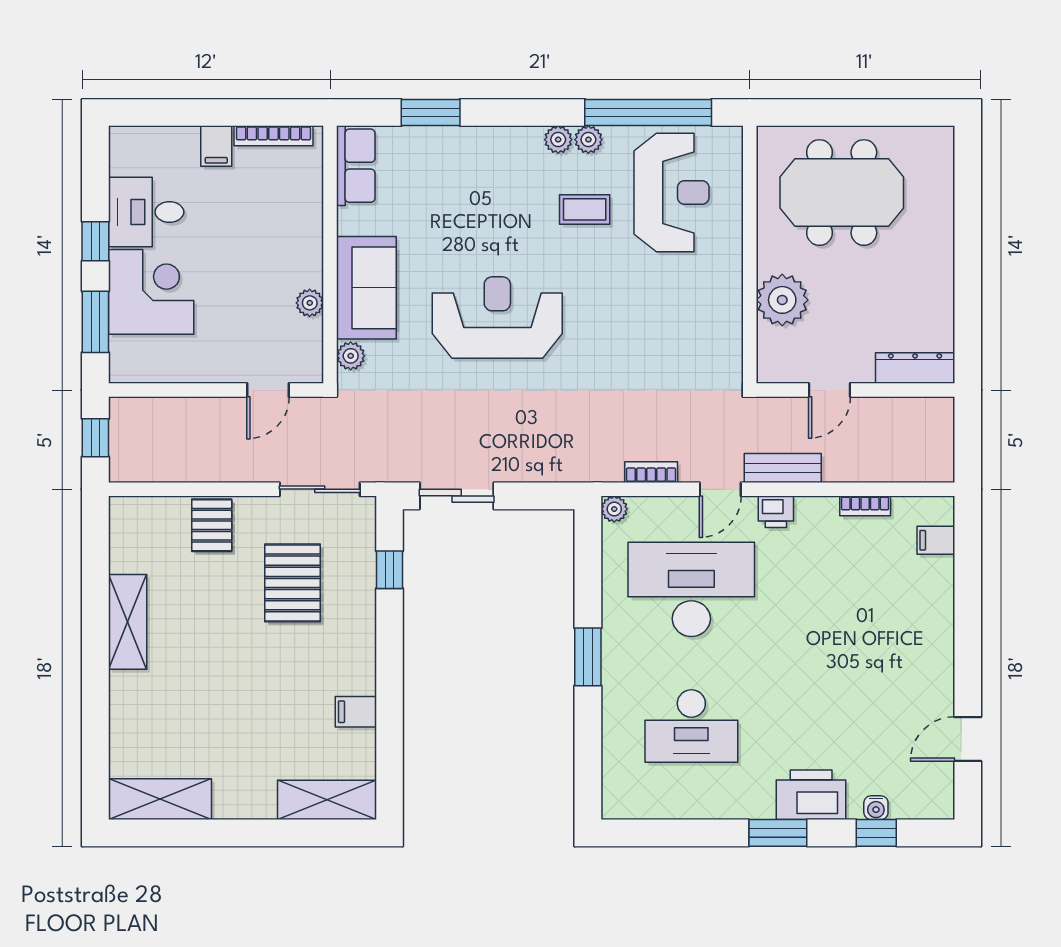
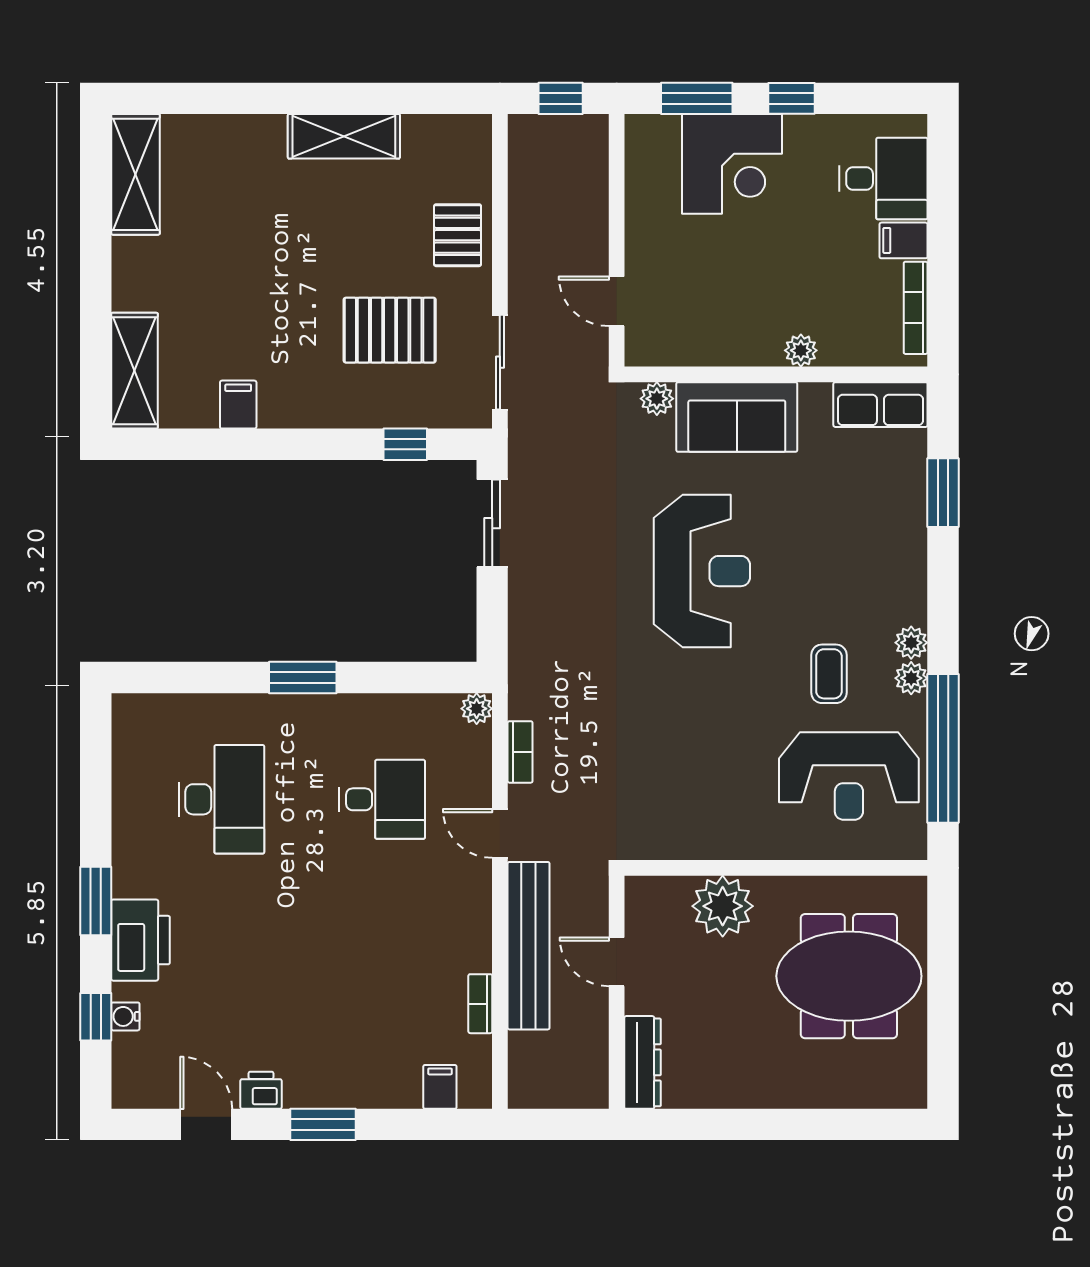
meeting table: (842, 193) -> (849, 976), turned 90
desk: (146, 212) -> (883, 178), moved, turned 90
plant: (310, 303) -> (801, 350), moved
bench: (783, 468) -> (529, 946), width x1.86, depth x1.21
printer: (776, 512) -> (261, 1090), moved, turned 90
pallet: (212, 525) -> (458, 235), turned 90
desk: (691, 589) -> (382, 799), width x0.53, depth x0.77
window: (968, 640) -> (323, 1124), added
desk: (691, 726) -> (221, 799), turned 180

